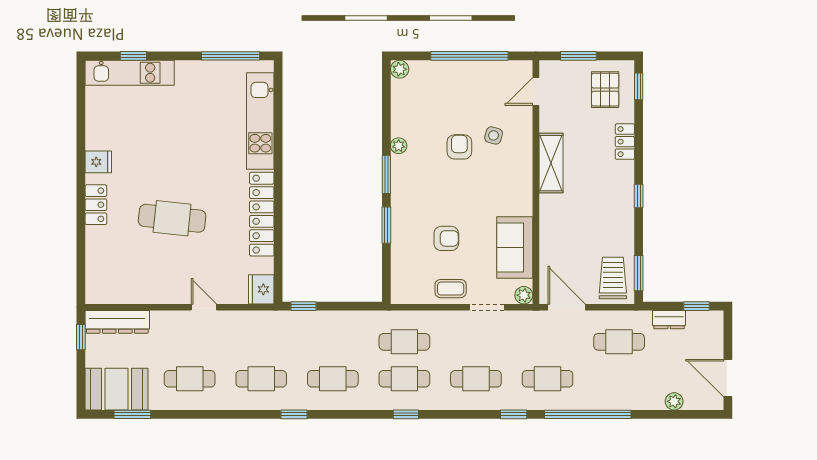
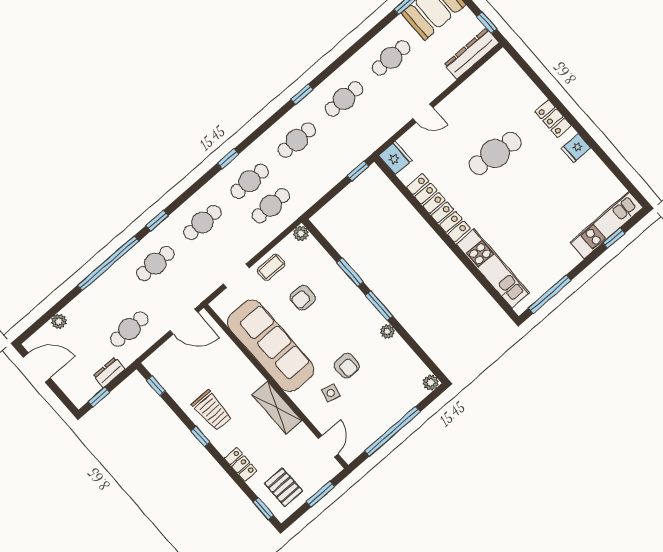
sofa: (515, 248) -> (271, 346), width x1.85, depth x1.27
window: (639, 273) -> (156, 386), width x0.67
trolley: (613, 278) -> (212, 410), moved
plant: (524, 295) -> (301, 233), moved

